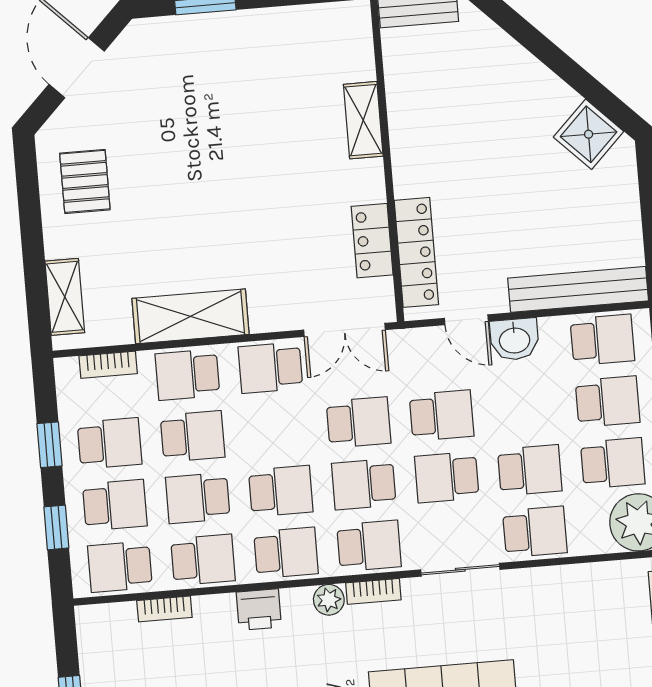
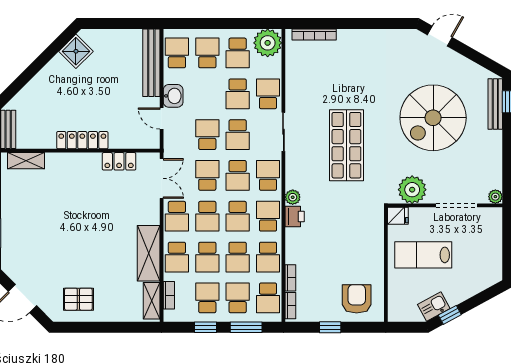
shelving: (363, 120) -> (26, 161), moved
locker: (416, 252) -> (82, 140), moved
shelving: (65, 297) -> (152, 301), moved, turned 90
door: (466, 320) -> (162, 119), swing flipped
school desk: (276, 429) -> (207, 216), added
school desk: (193, 436) -> (207, 257), turned 180
school desk: (613, 463) -> (238, 53), turned 180
school desk: (530, 470) -> (238, 94), turned 180
school desk: (281, 491) -> (238, 216), turned 180
window: (56, 527) -> (246, 327), width x1.50
school desk: (203, 560) -> (268, 257), turned 180
bookcase: (373, 591) -> (290, 306), moved
printer: (259, 610) -> (295, 217), moved

